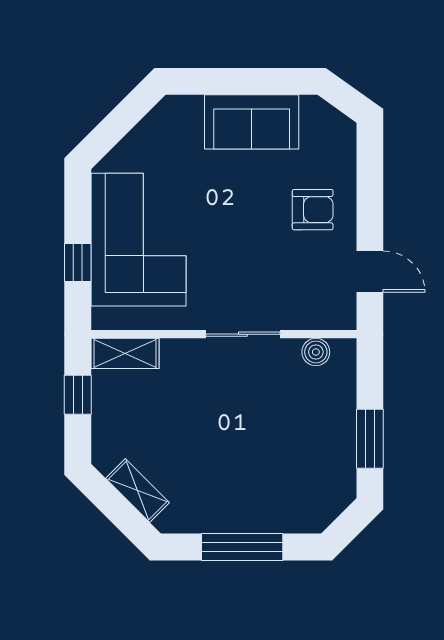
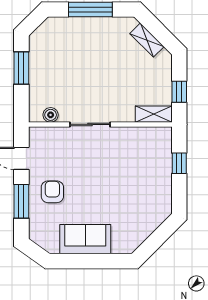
window: (370, 192) -> (21, 201), added
armchair: (313, 210) -> (52, 192), turned 90
corner sofa: (138, 240) -> (146, 176), removed

